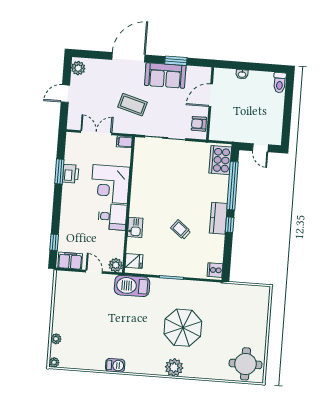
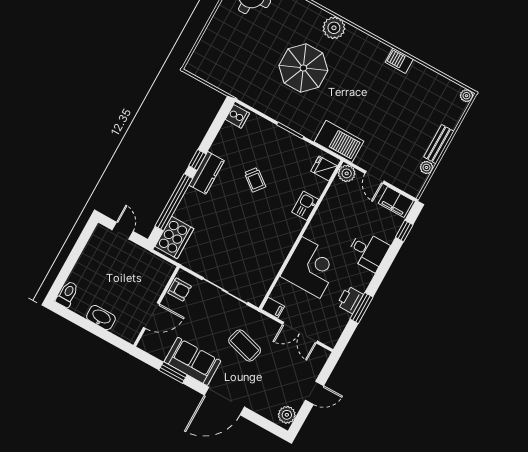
washbasin: (242, 74) -> (101, 318), width x1.91, depth x1.45
desk: (112, 217) -> (368, 251), moved, turned 180
bench: (58, 318) -> (439, 144), added
plant: (56, 339) -> (427, 167), moved

